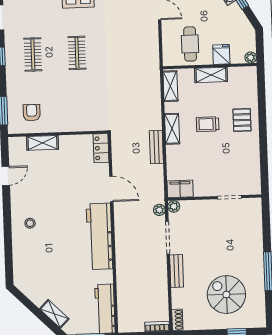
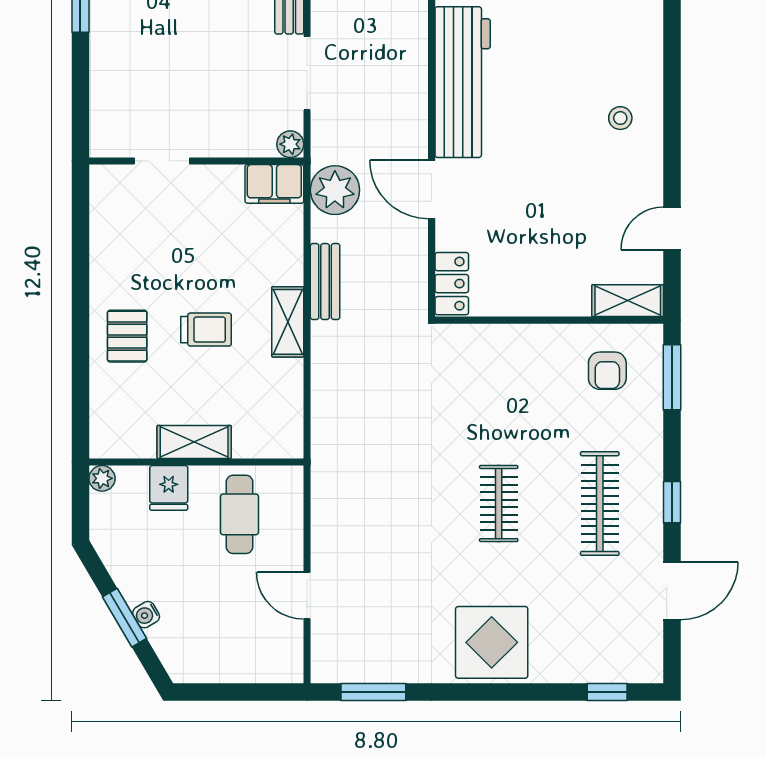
clothes rail: (33, 54) -> (600, 504), width x1.36
shelving: (170, 86) -> (288, 419), removed
shelving: (43, 143) -> (628, 301), moved
plant: (159, 210) -> (335, 190), moved, width x1.87, depth x1.87

